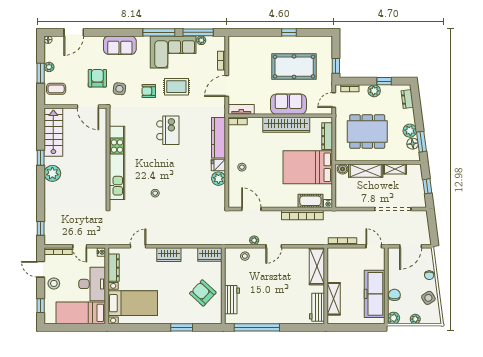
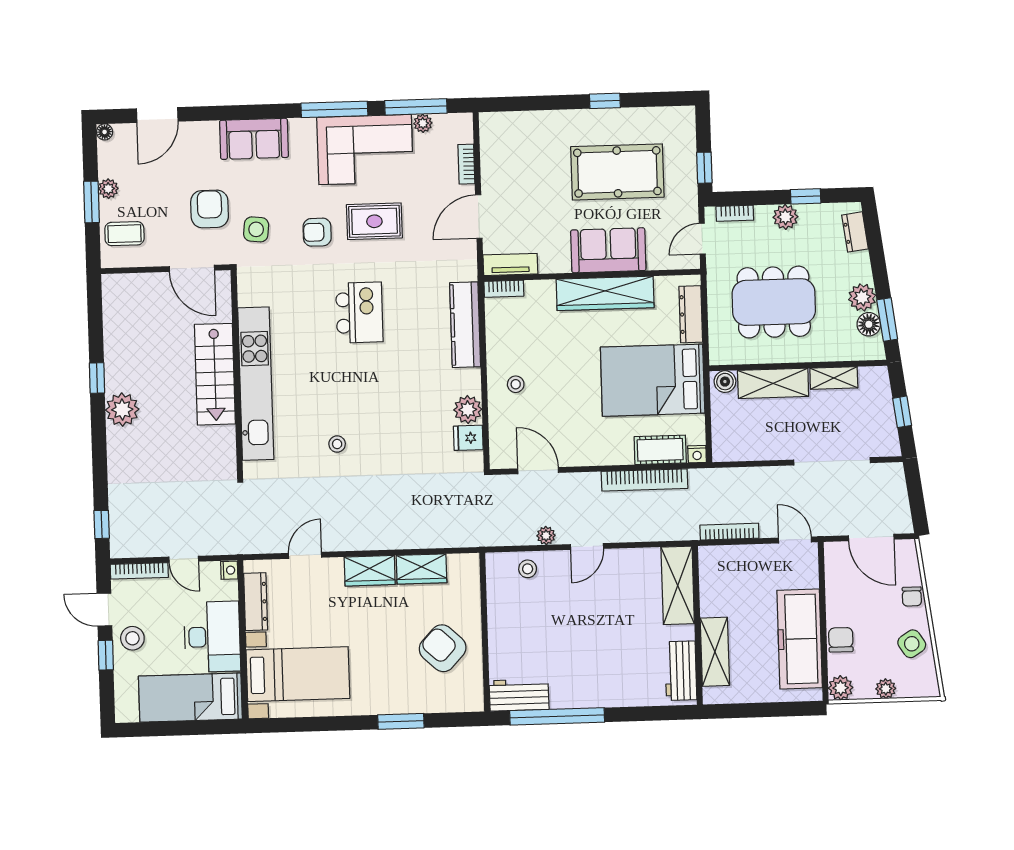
stairs: (53, 132) -> (215, 374), moved, turned 180
fridge: (218, 165) -> (468, 438), moved
door: (411, 246) -> (871, 538), hinge flipped
wardrobe: (210, 255) -> (422, 569), moved
workbench: (232, 300) -> (519, 695), moved, turned -90
window: (41, 306) -> (106, 655), moved

